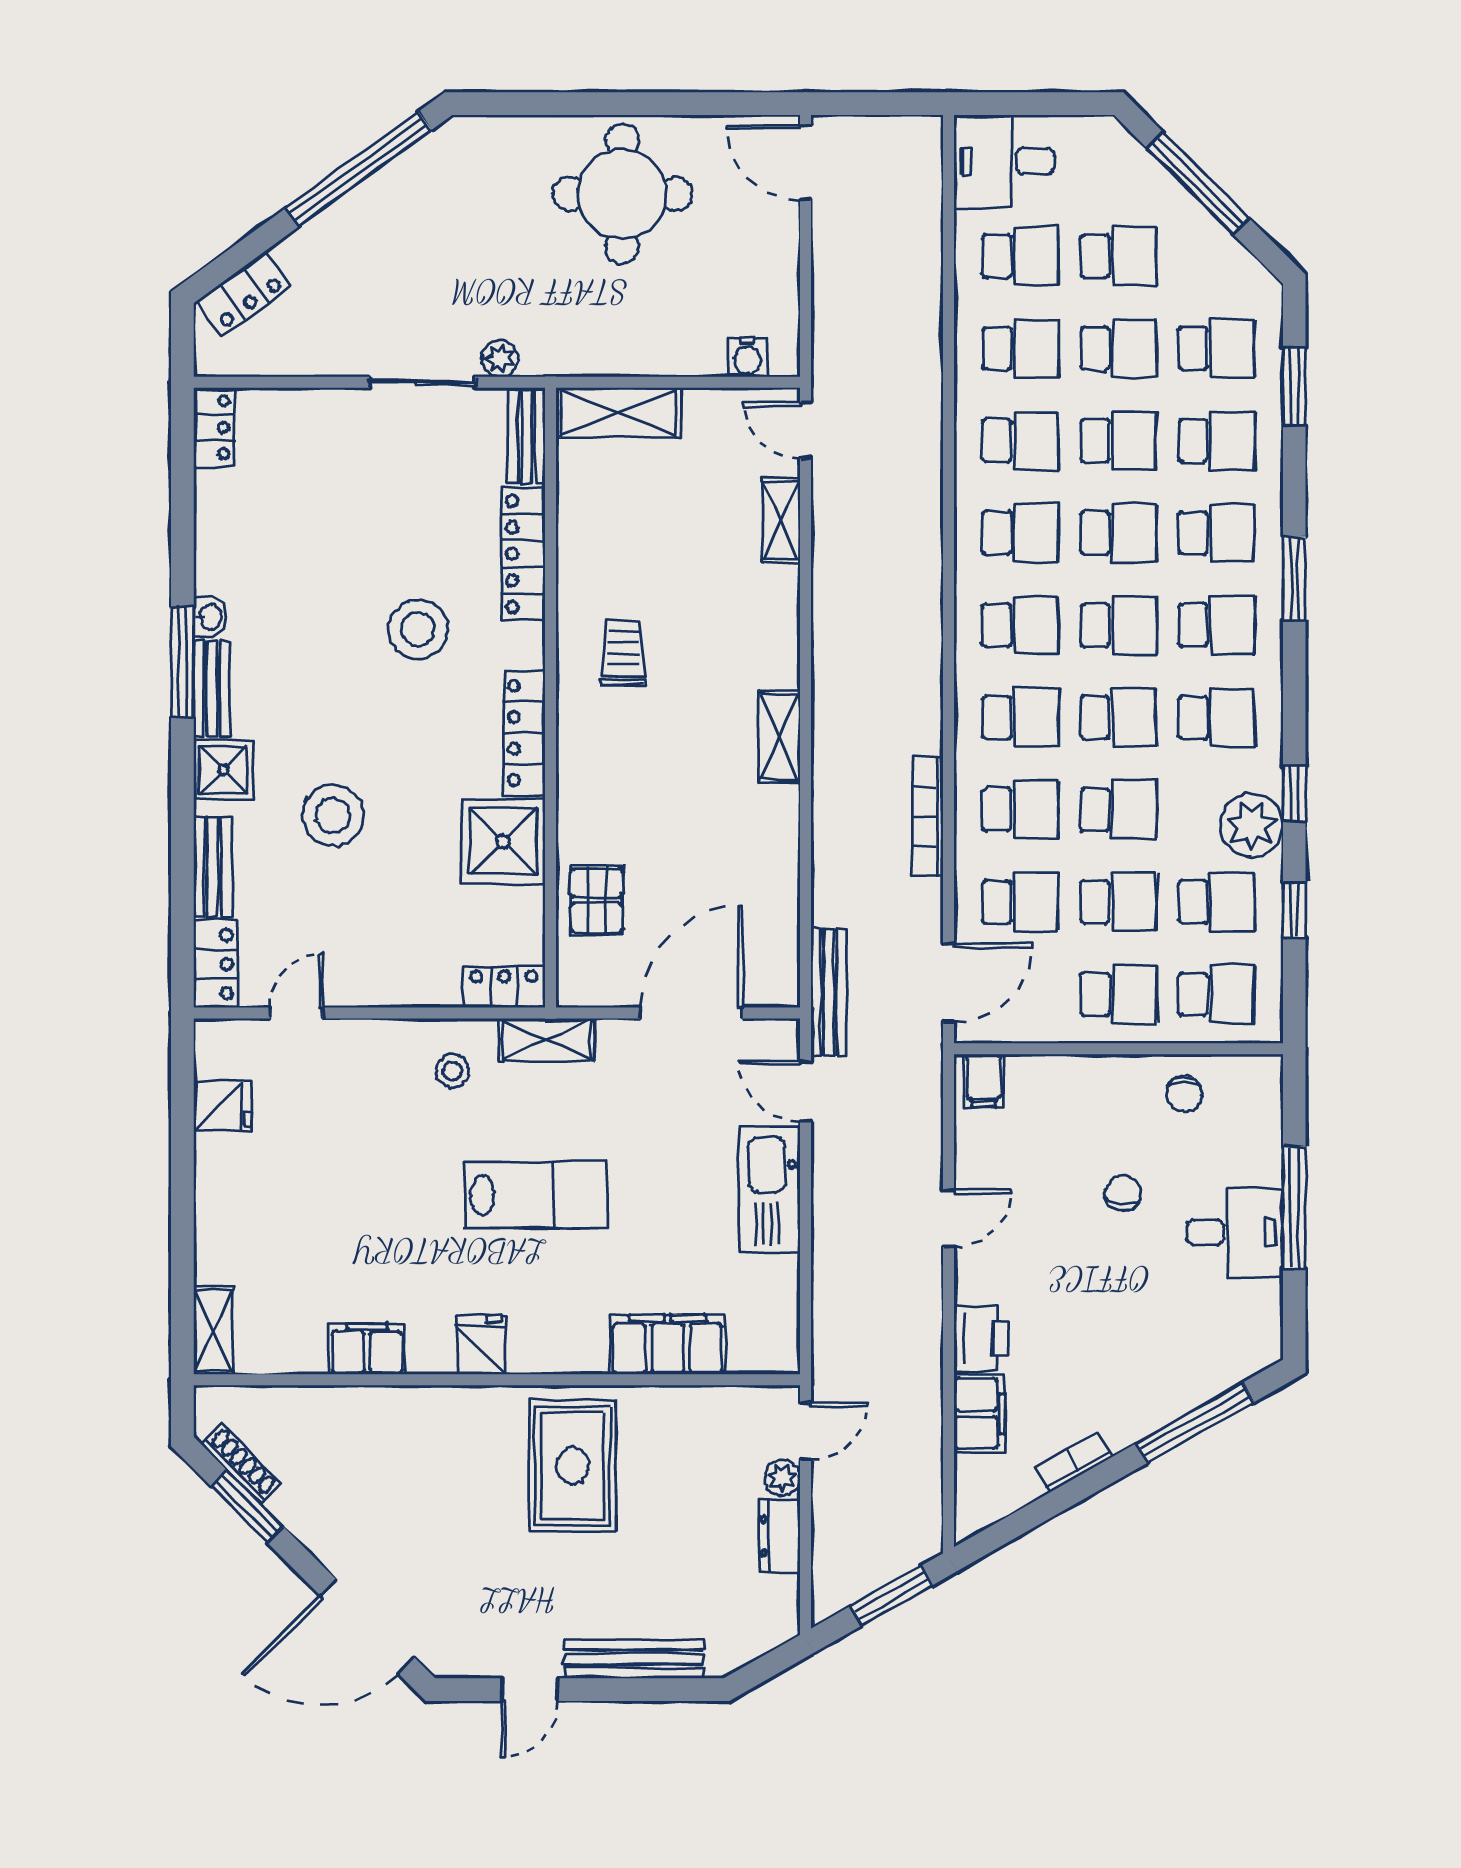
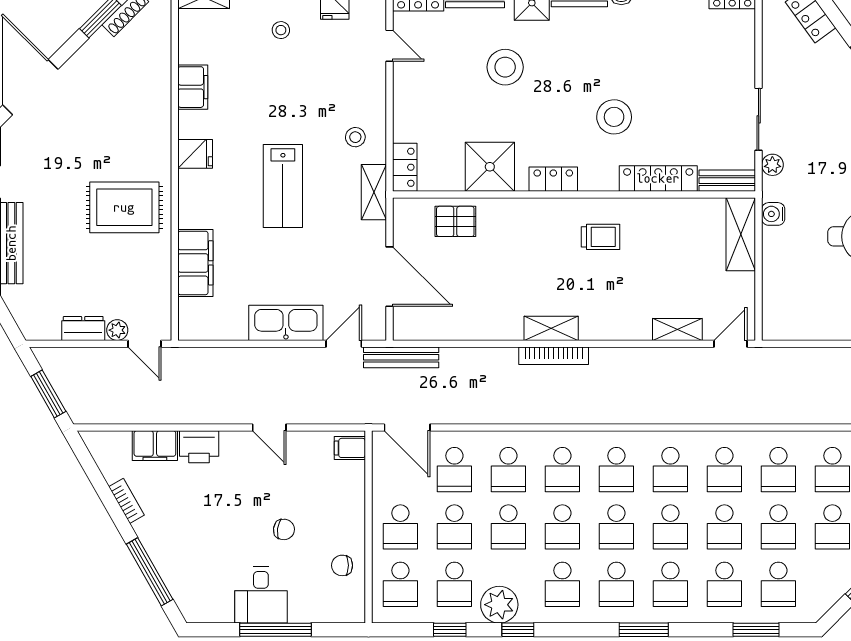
water cooler: (748, 357) -> (773, 214), moved
locker: (524, 733) -> (553, 179), width x0.66
bookcase: (928, 816) -> (554, 356), moved, turned 180
stool: (270, 1198) -> (281, 30), added

